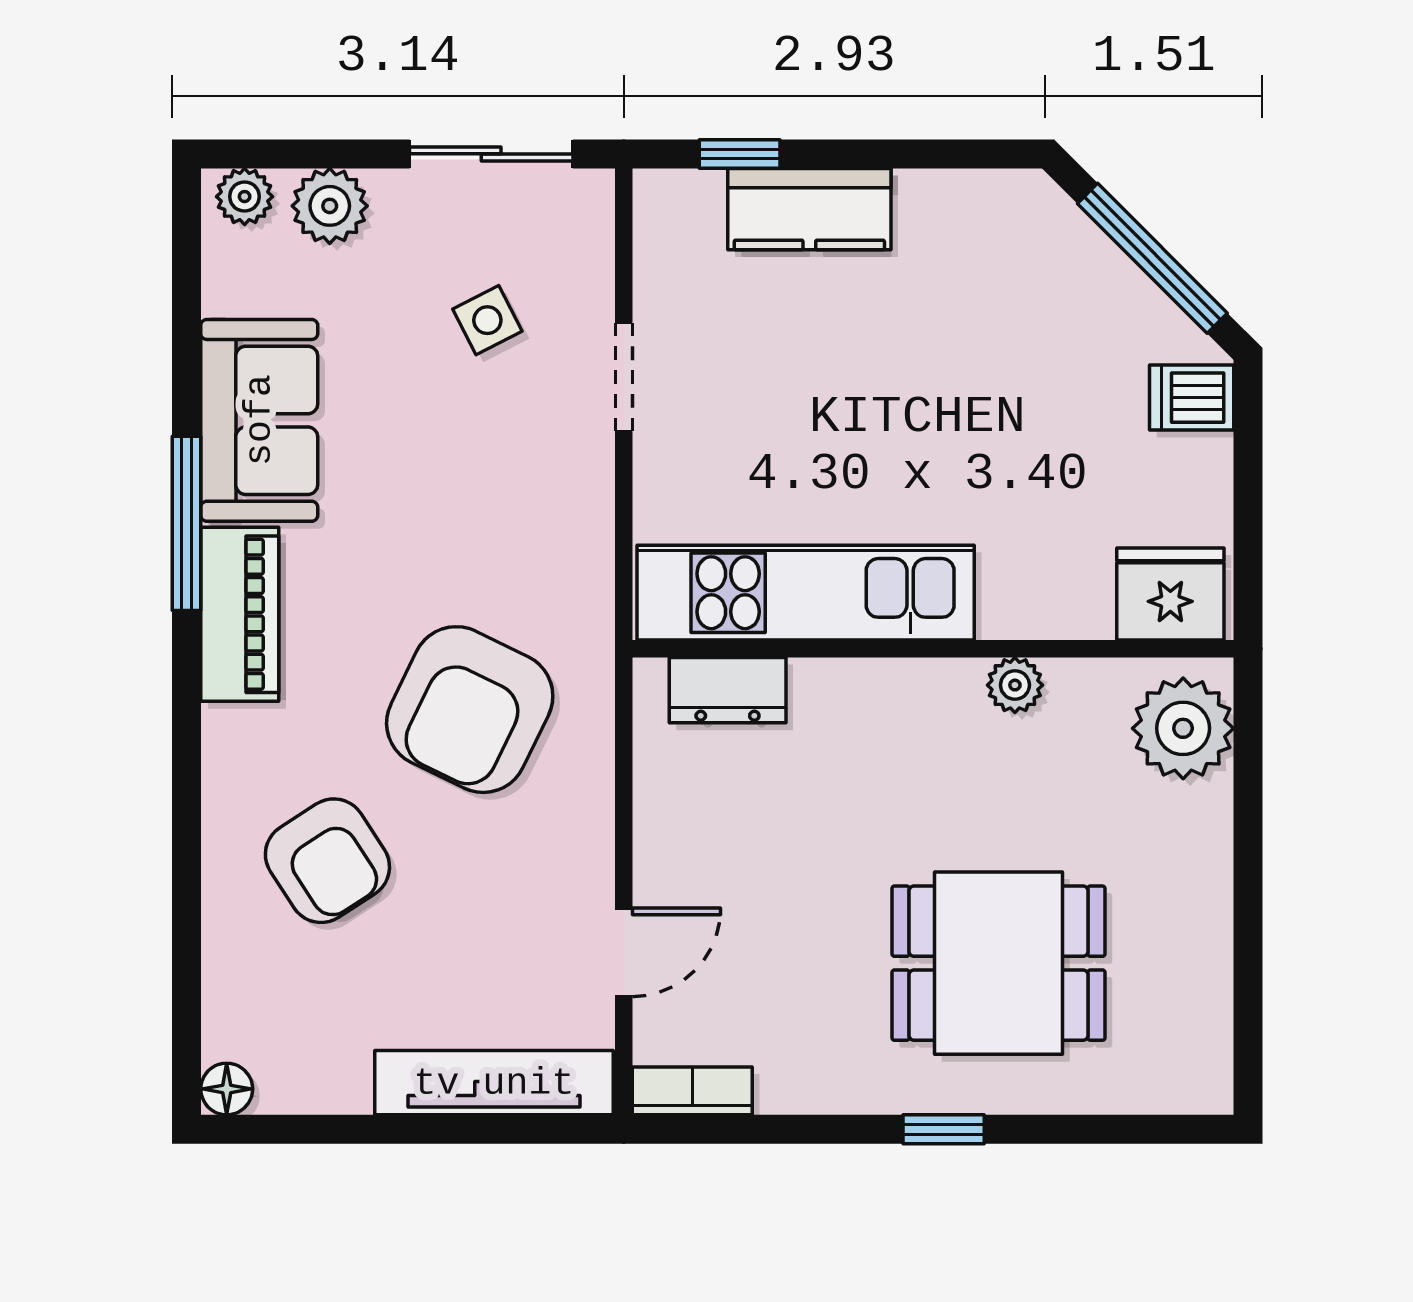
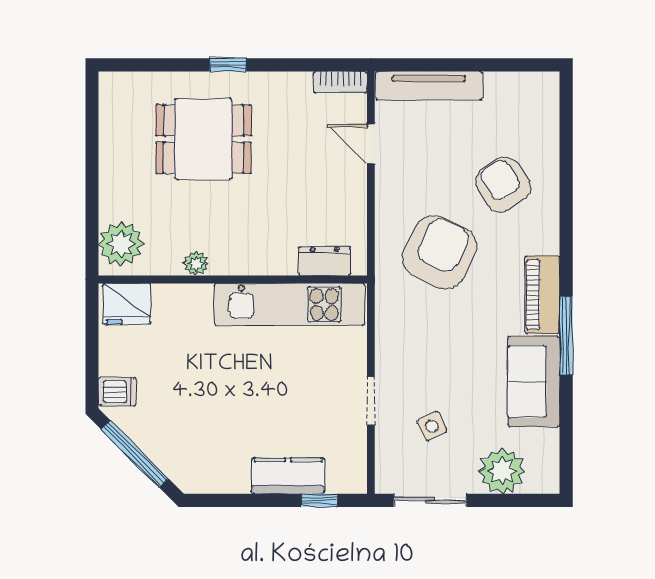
plant: (245, 197) -> (540, 481), removed
plant: (330, 206) -> (502, 471), width x1.36, depth x1.36
door: (624, 952) -> (371, 144), hinge flipped
floor lamp: (227, 1089) -> (548, 83), removed

